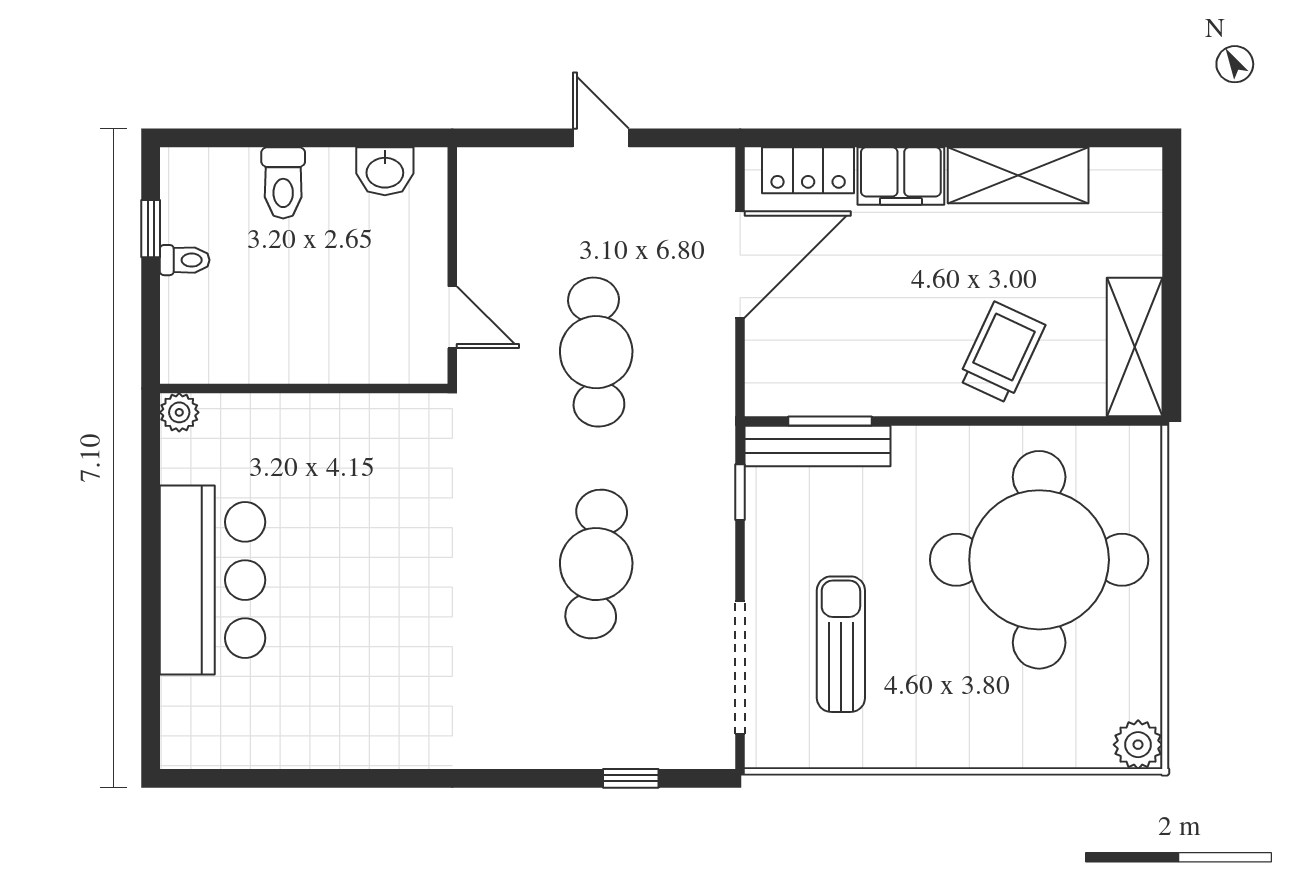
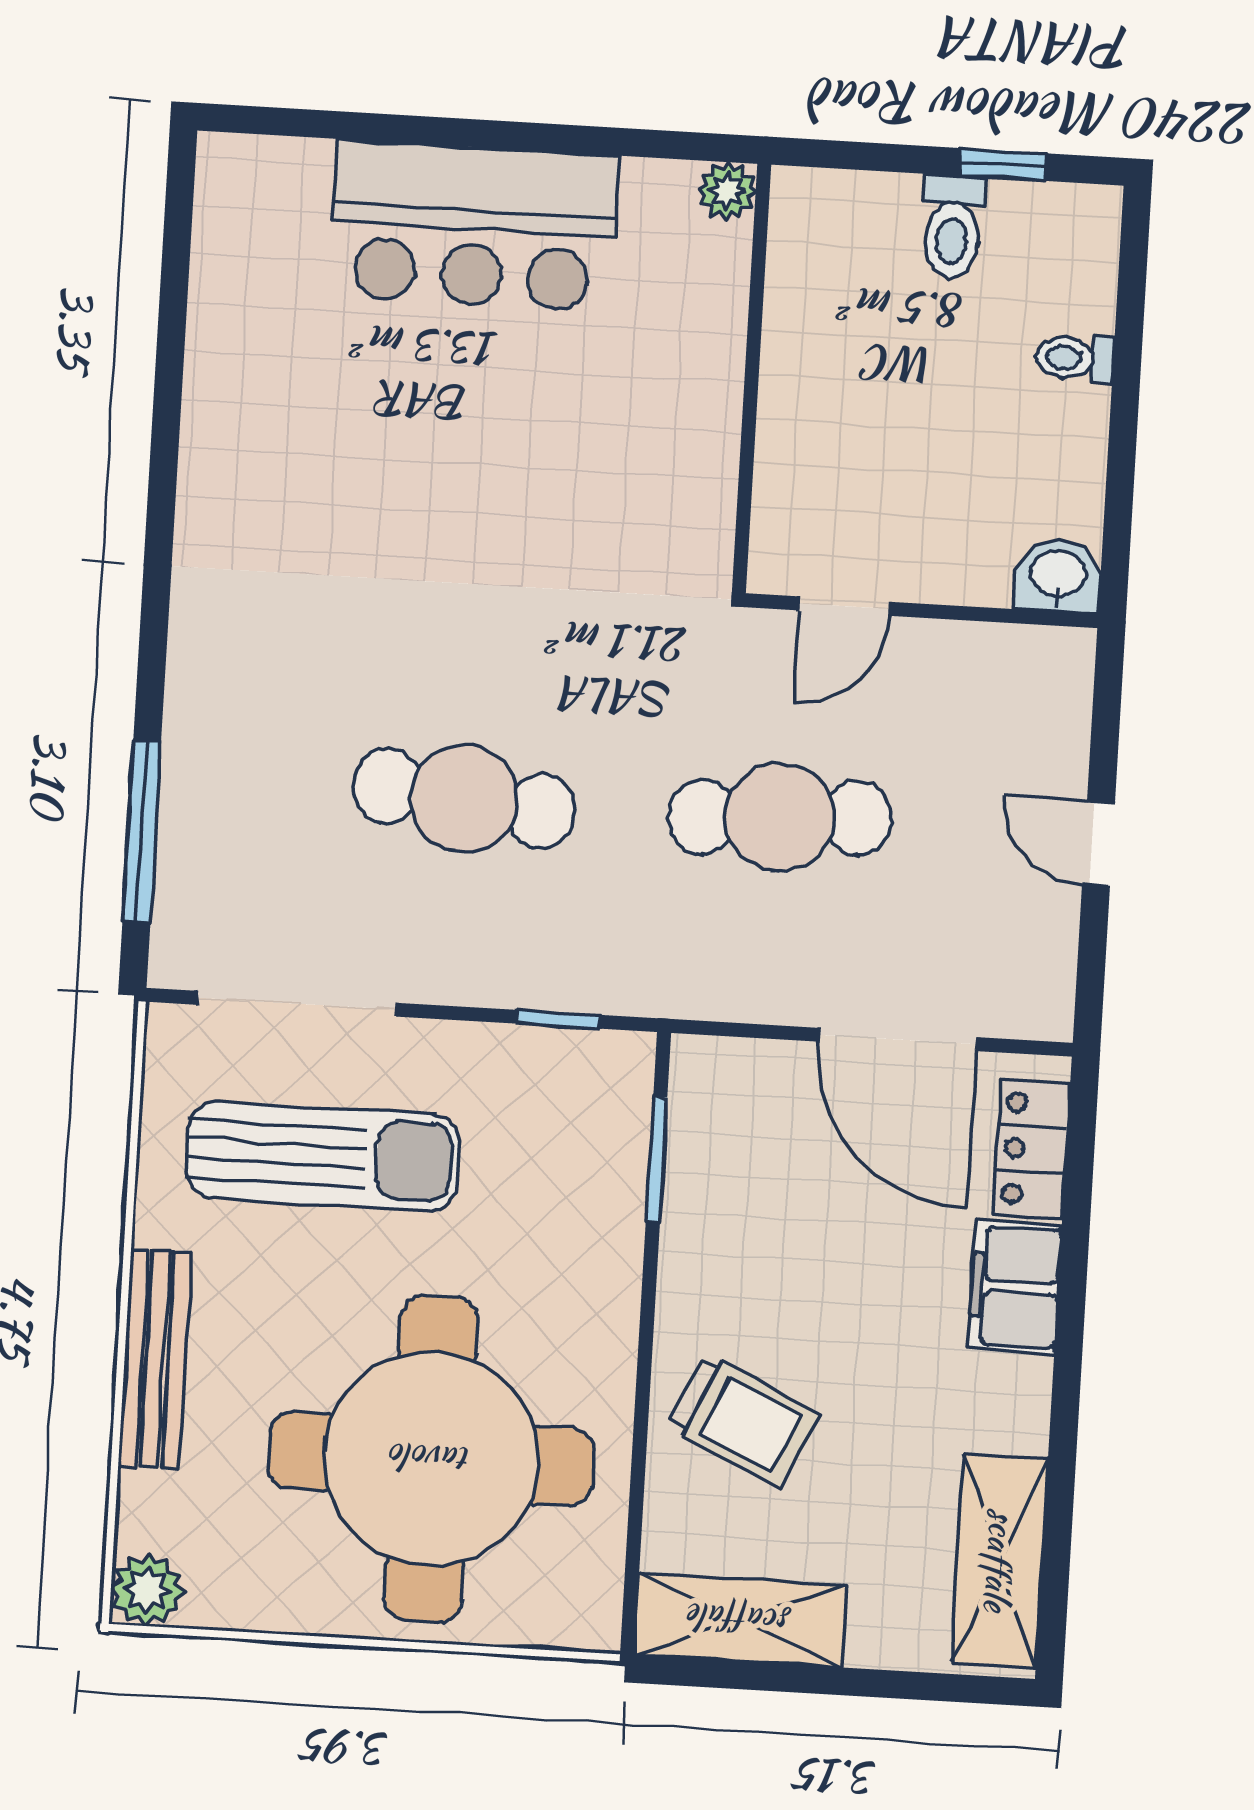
door: (601, 138) -> (1099, 843), swing flipped
washbasin: (385, 171) -> (1058, 576), moved, turned 90
shelving: (1018, 175) -> (1000, 1560), moved
toilet: (283, 183) -> (1075, 358), width x0.73, depth x0.72
toilet: (185, 260) -> (952, 227), width x1.37, depth x1.39
bench: (818, 446) -> (155, 1359), moved
sun lounger: (841, 644) -> (323, 1156), width x1.36, depth x1.34
window: (631, 778) -> (142, 831), width x2.17

